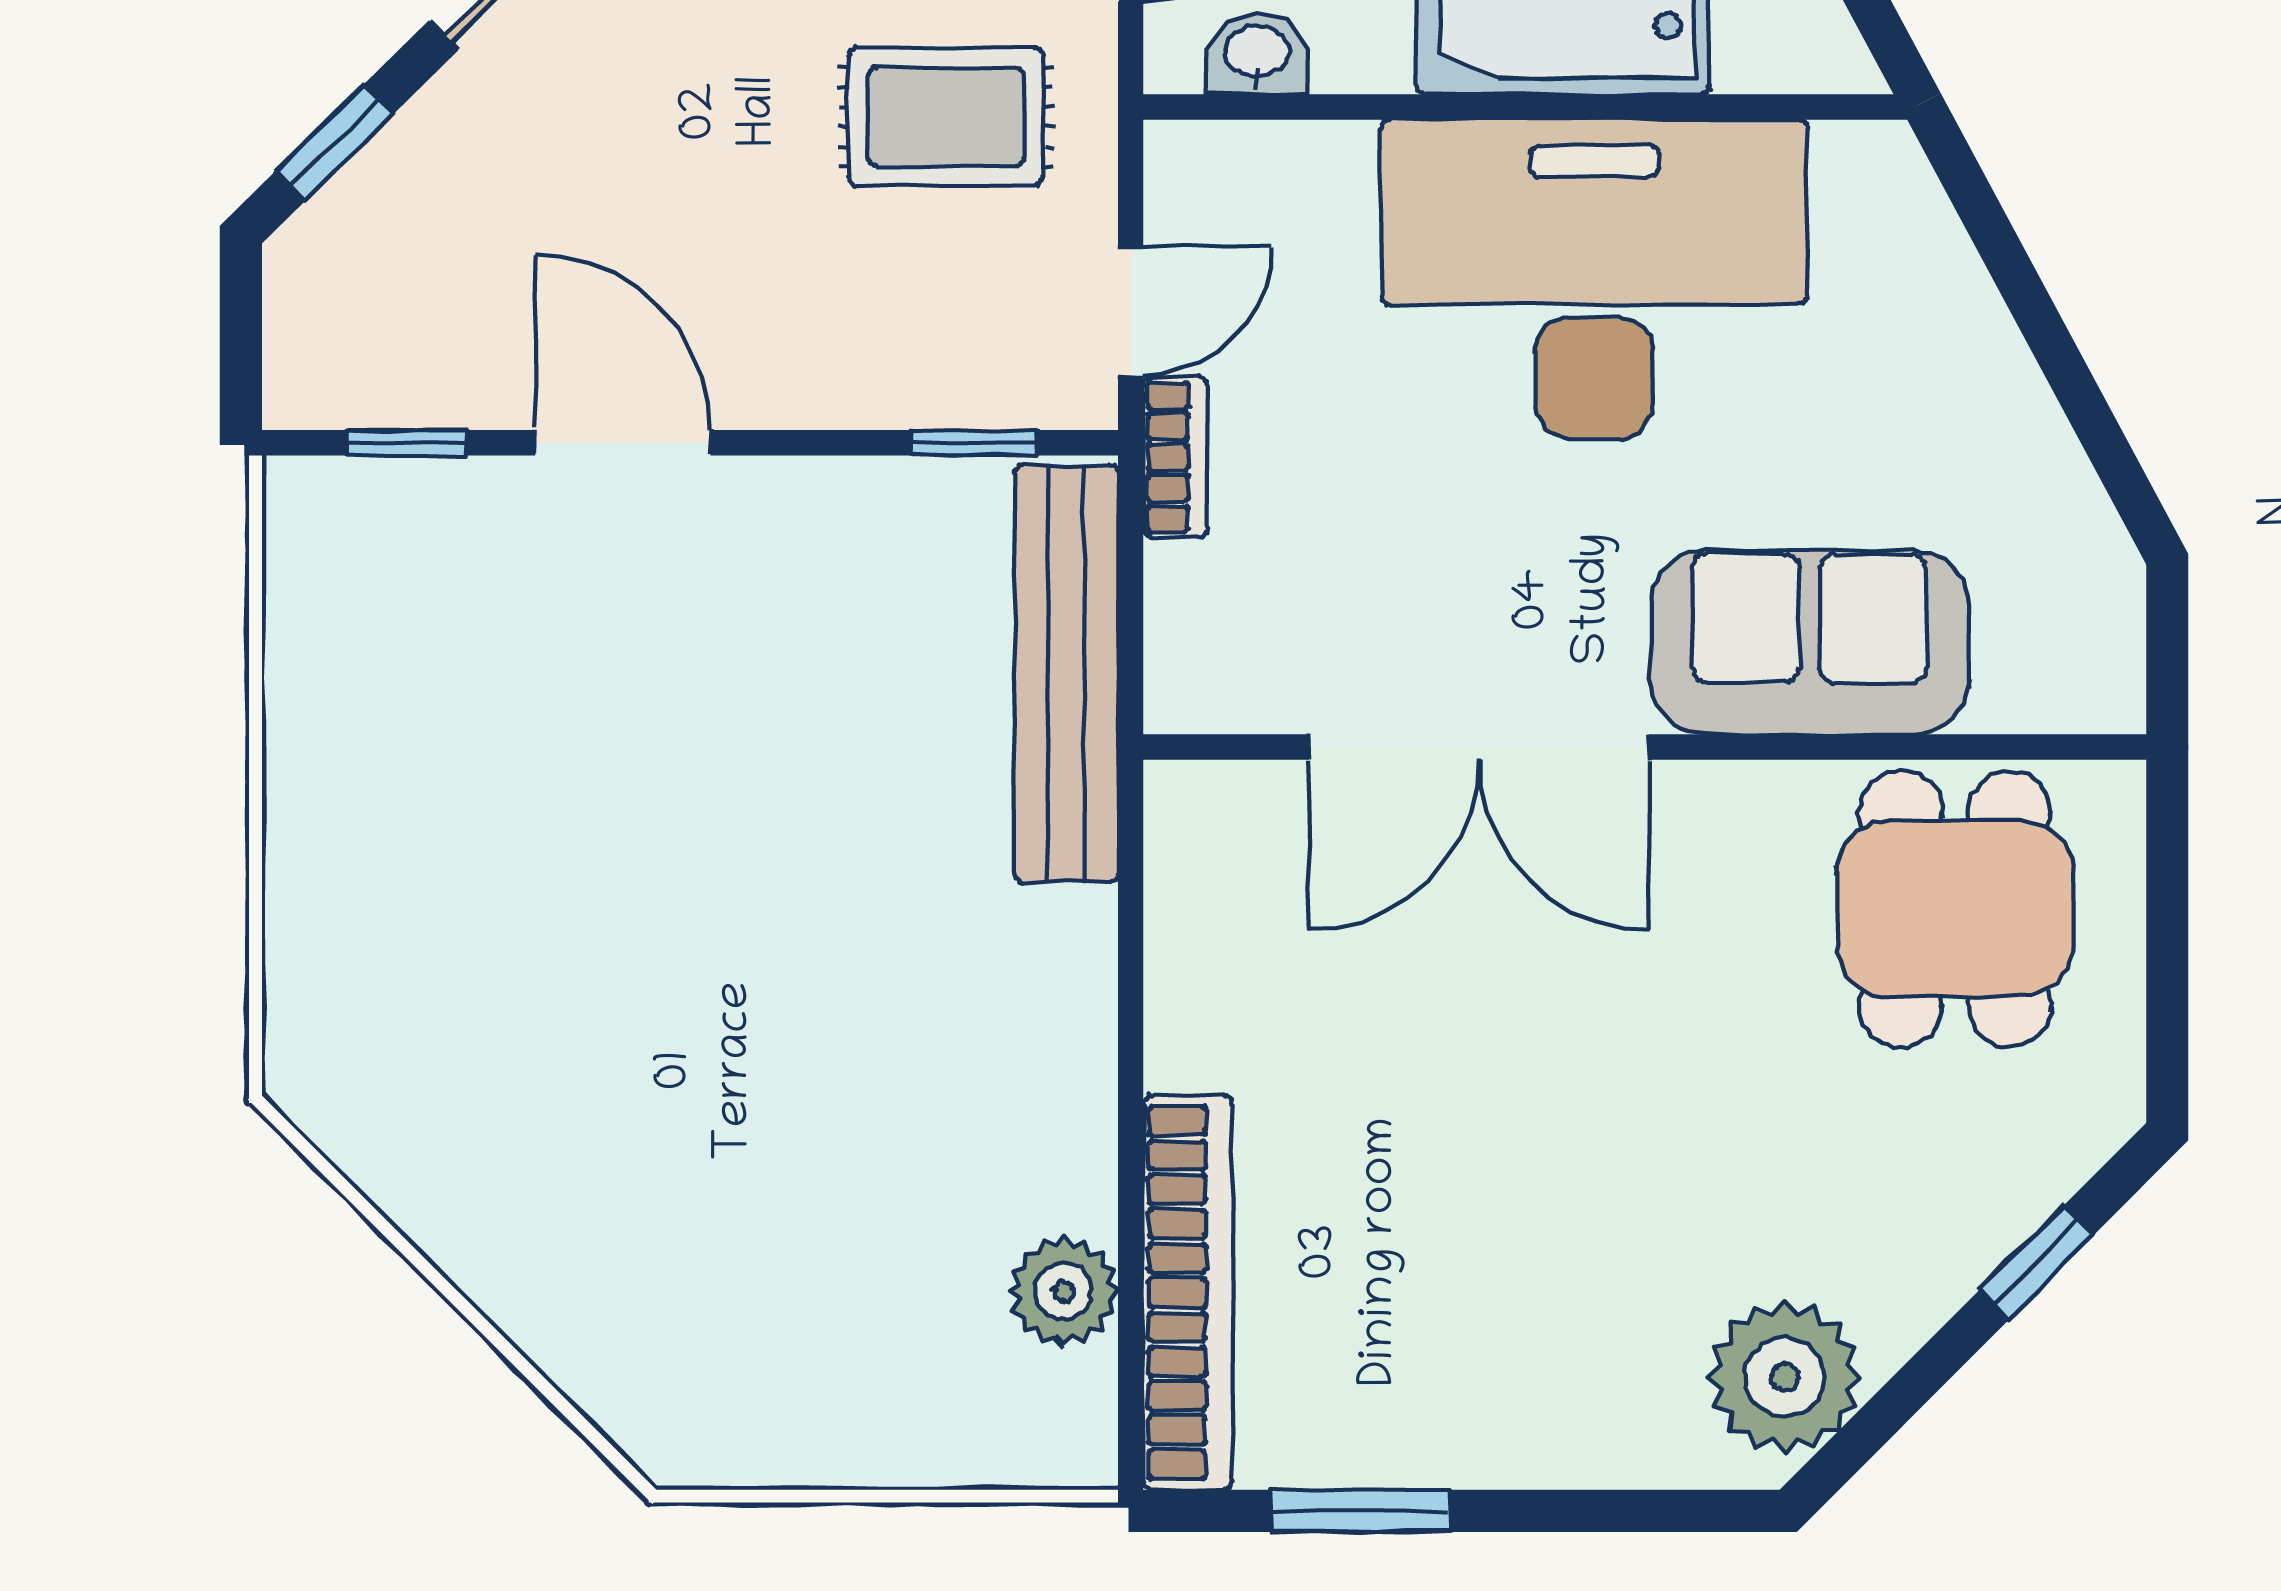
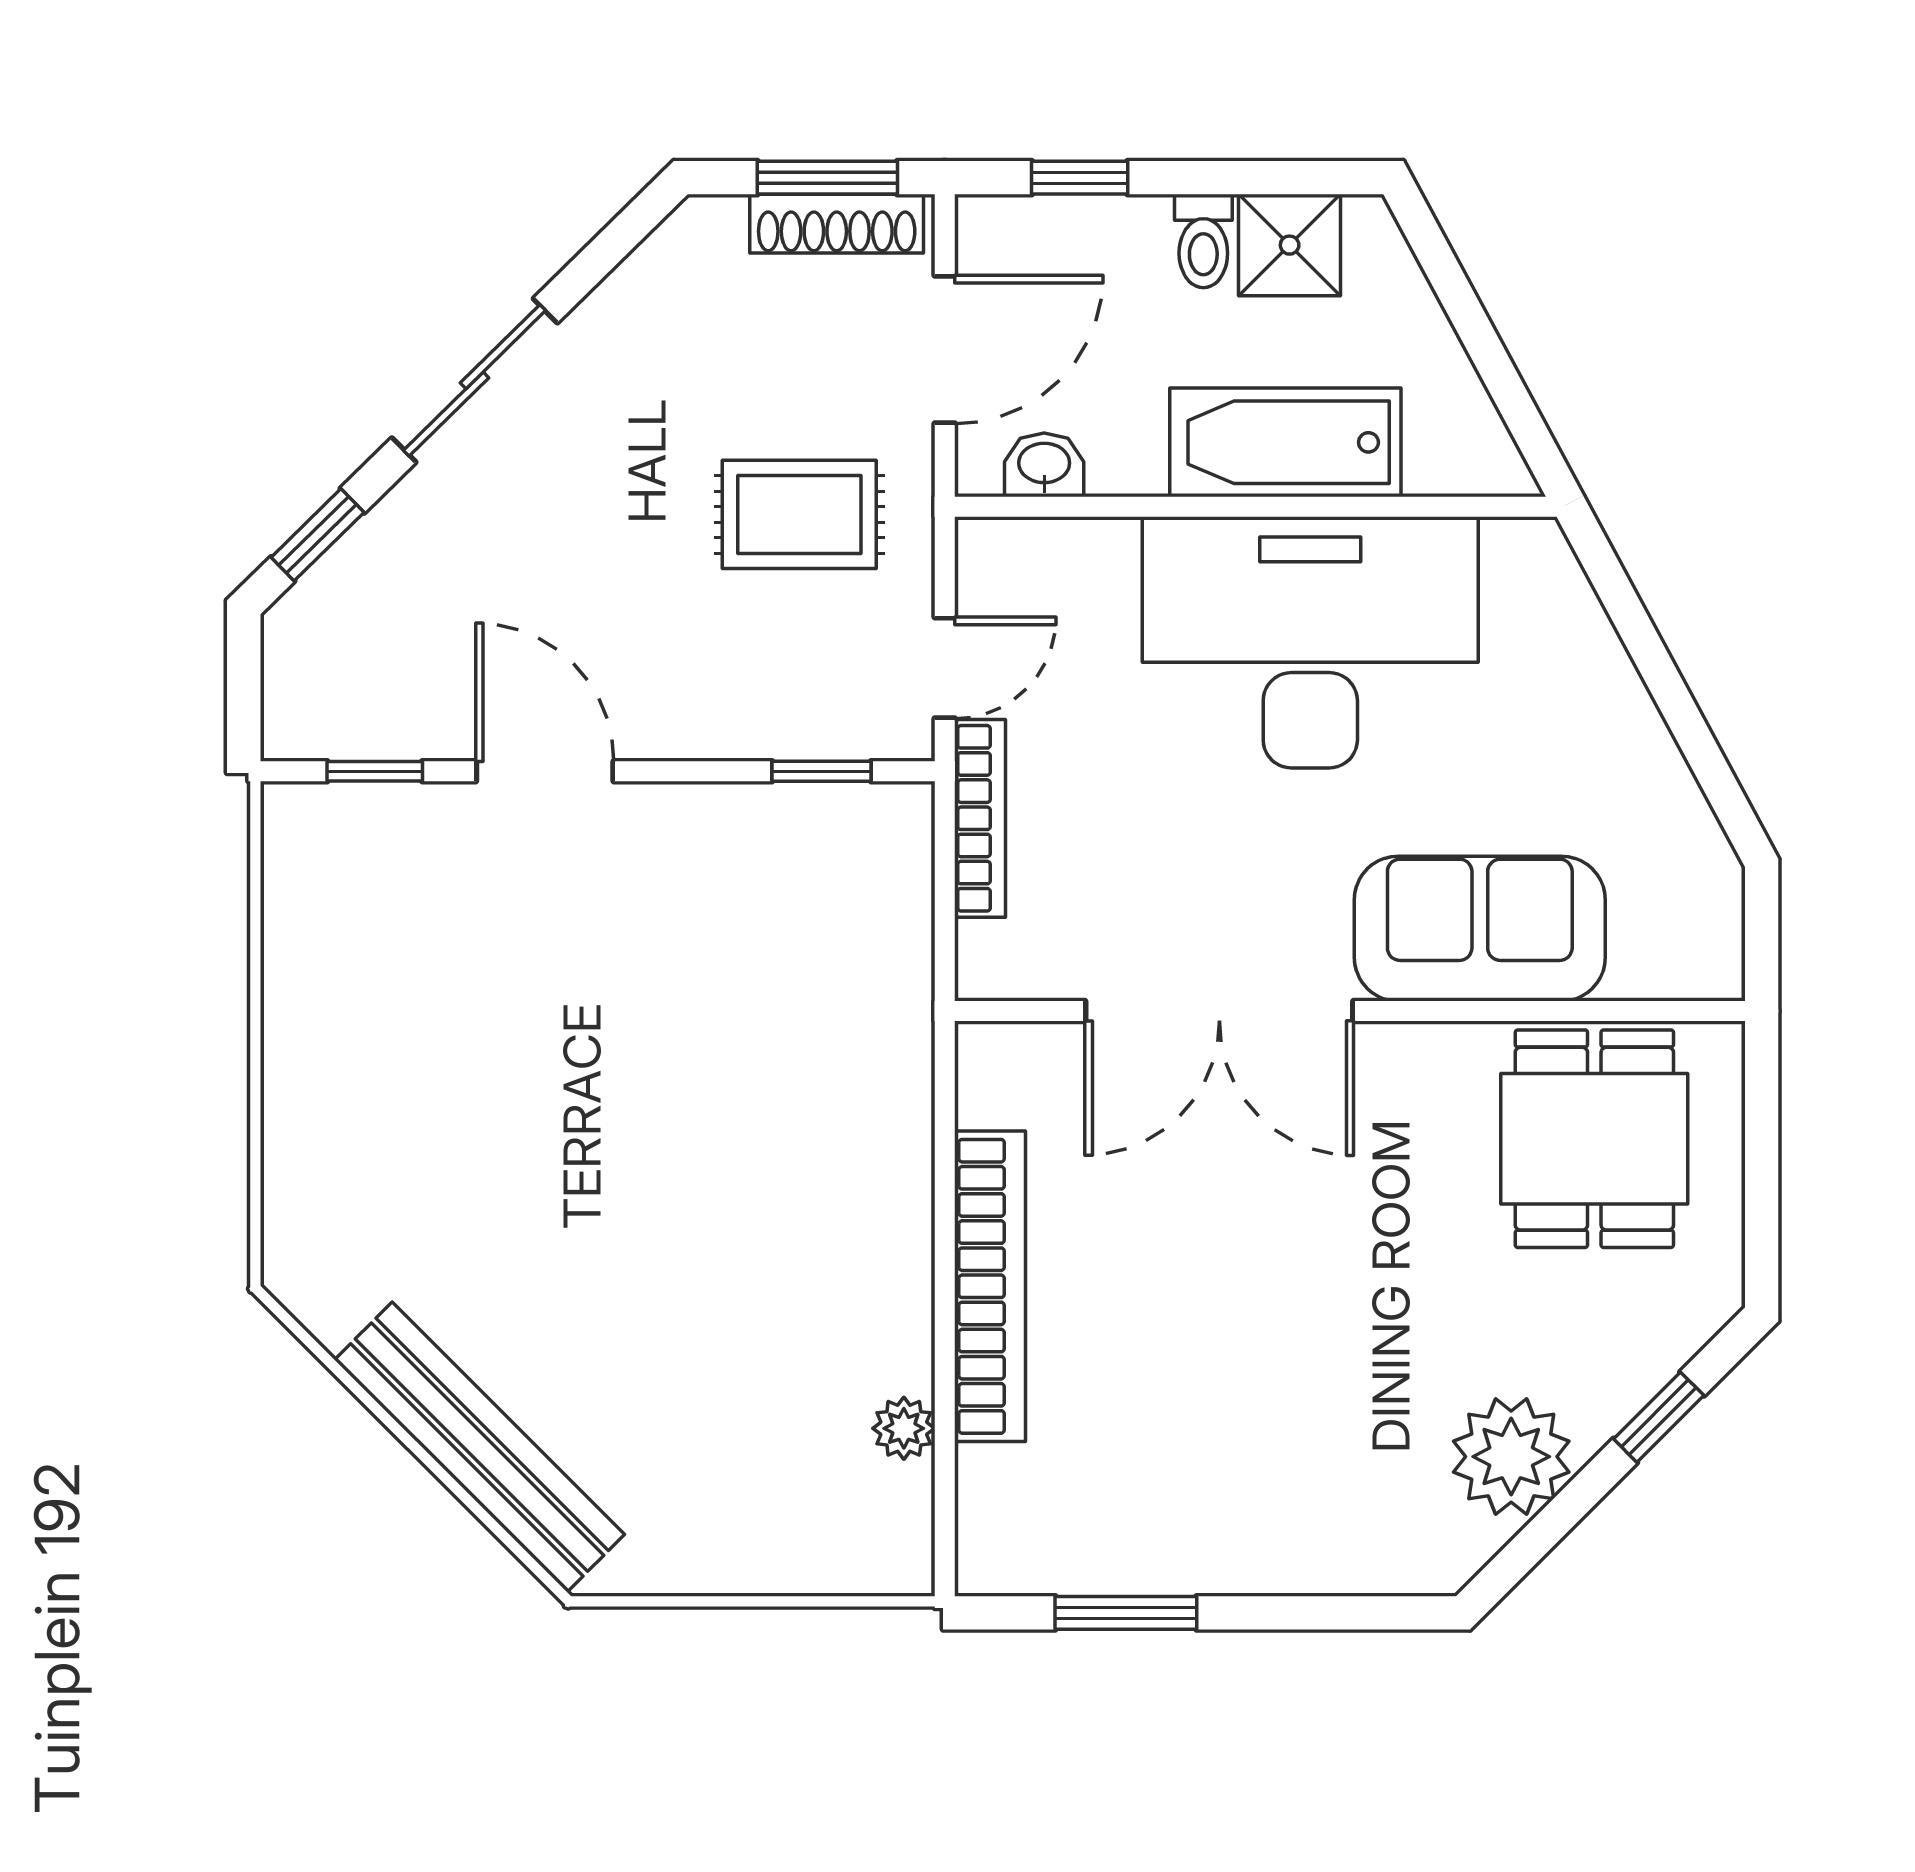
bookcase: (1175, 457) -> (980, 818), width x1.56
bench: (1066, 674) -> (480, 1447), moved, turned -45
plant: (1064, 1291) -> (904, 1428), width x0.73, depth x0.73
bookcase: (1188, 1293) -> (990, 1286), moved
plant: (1785, 1377) -> (1511, 1457), moved

